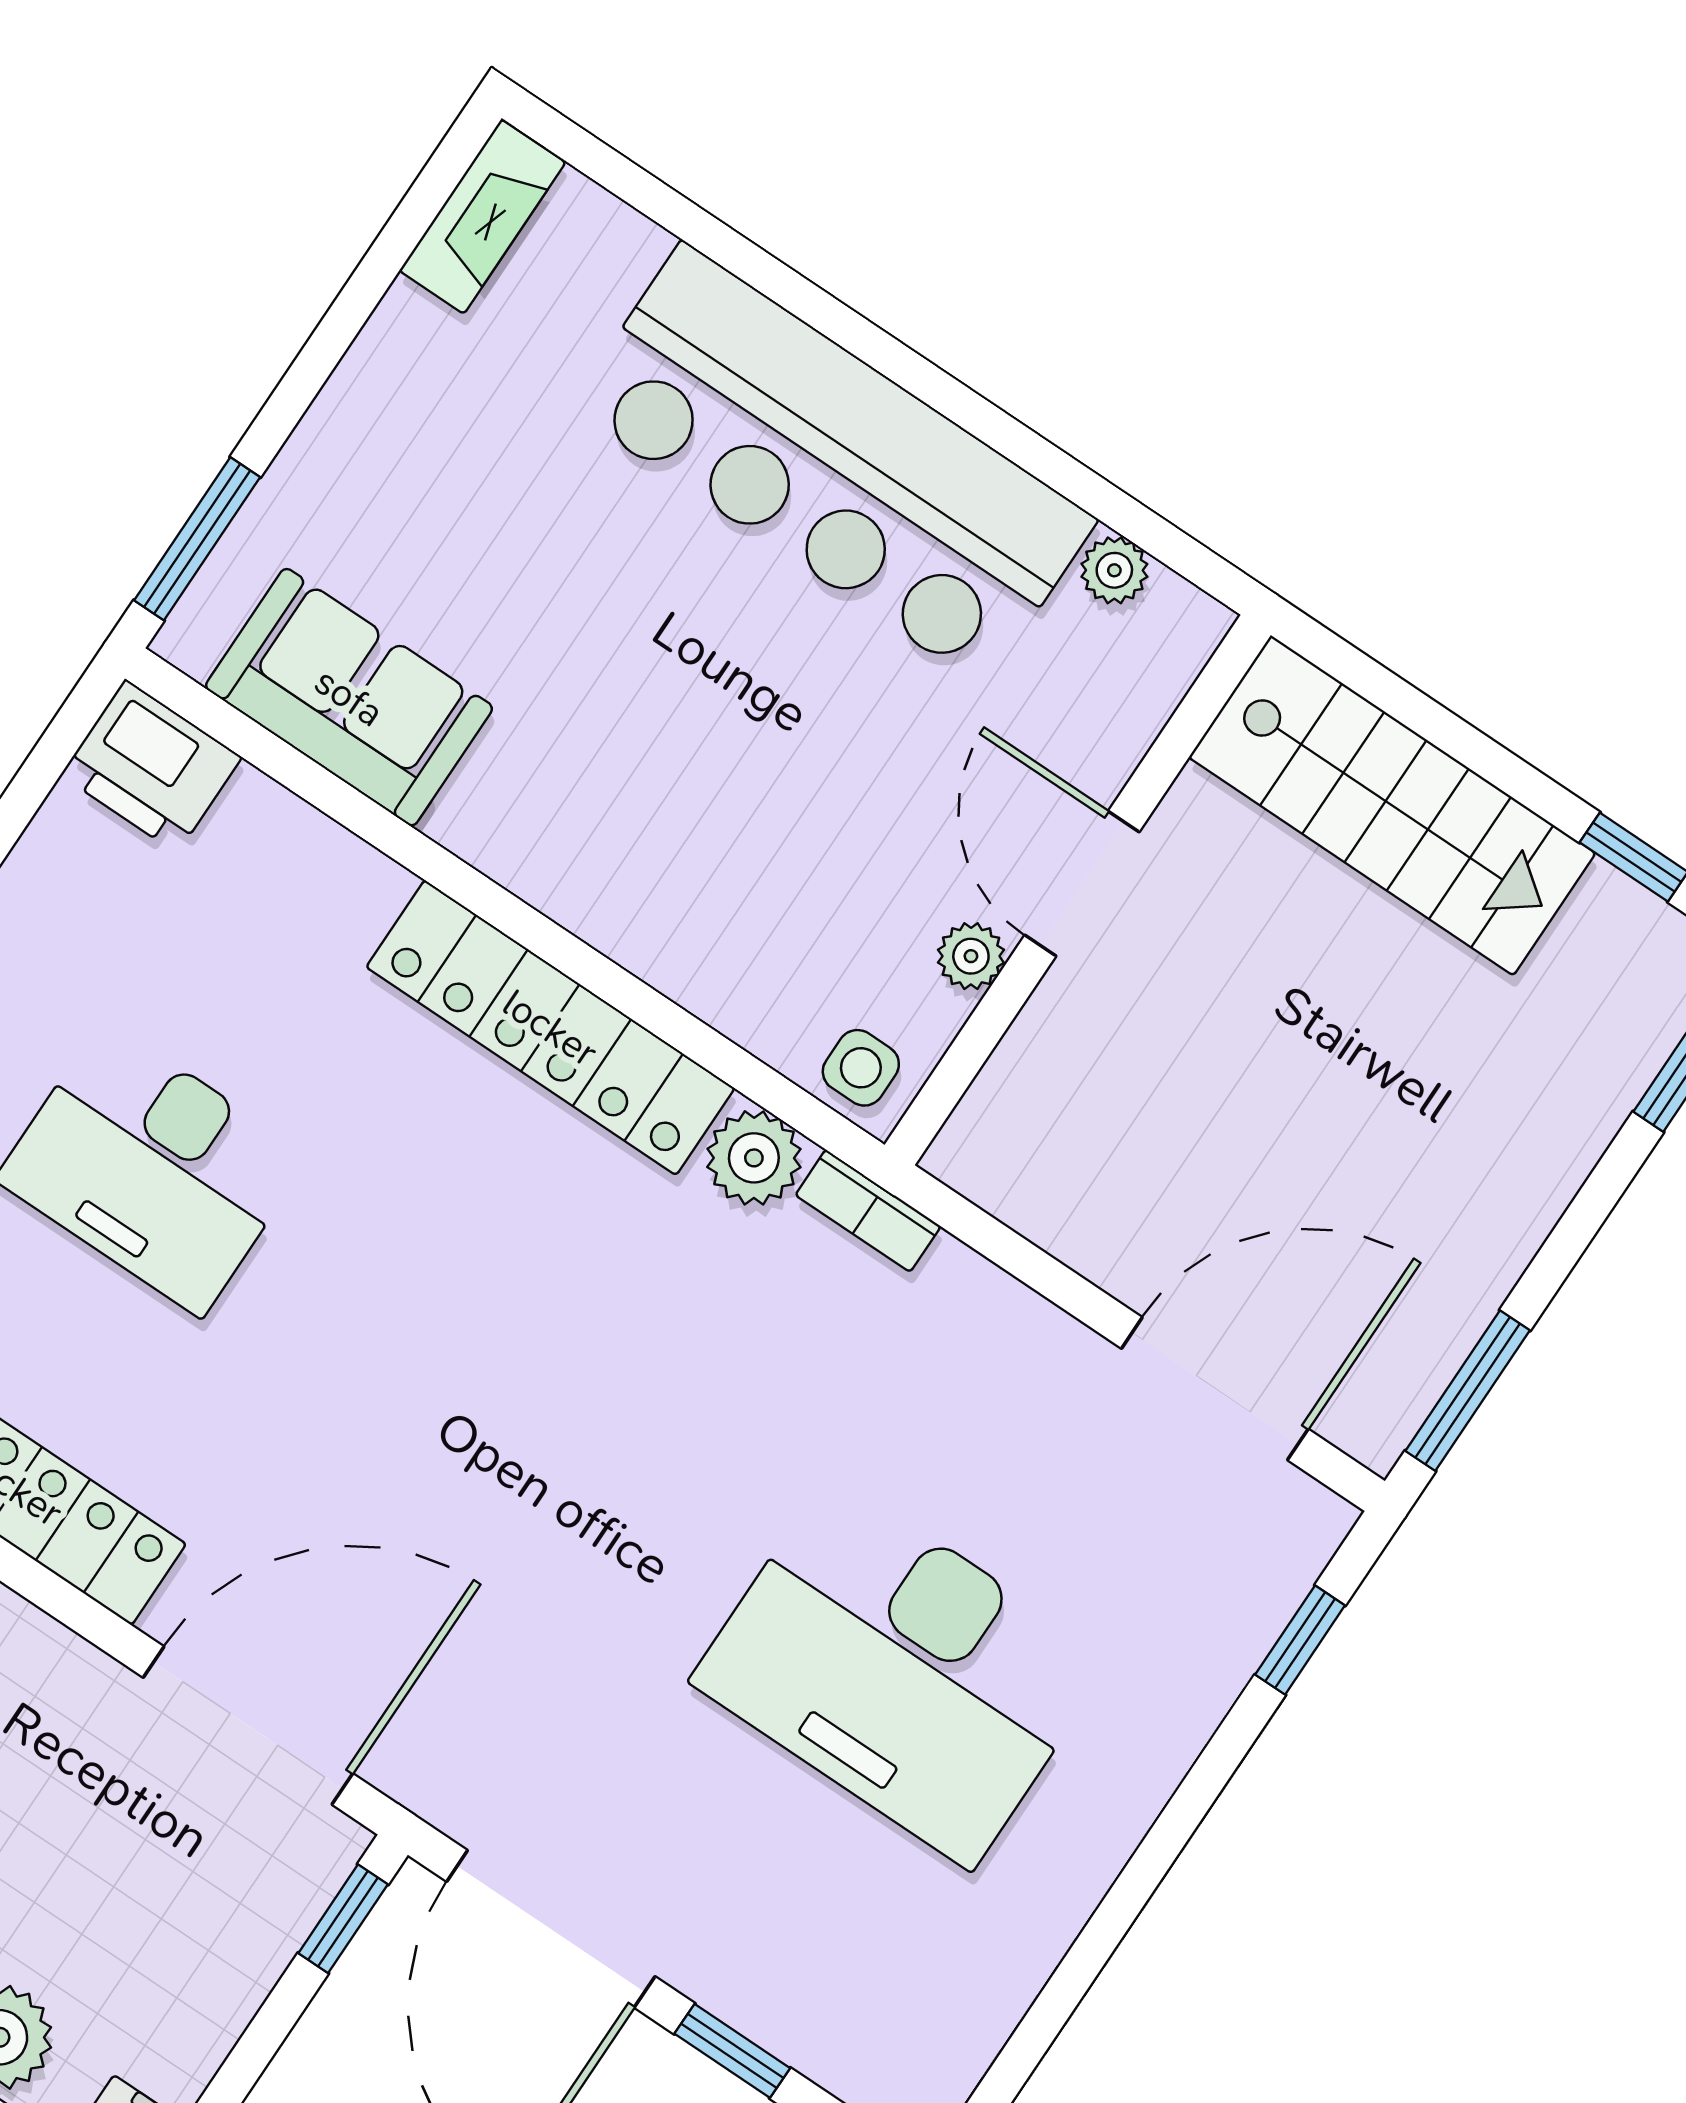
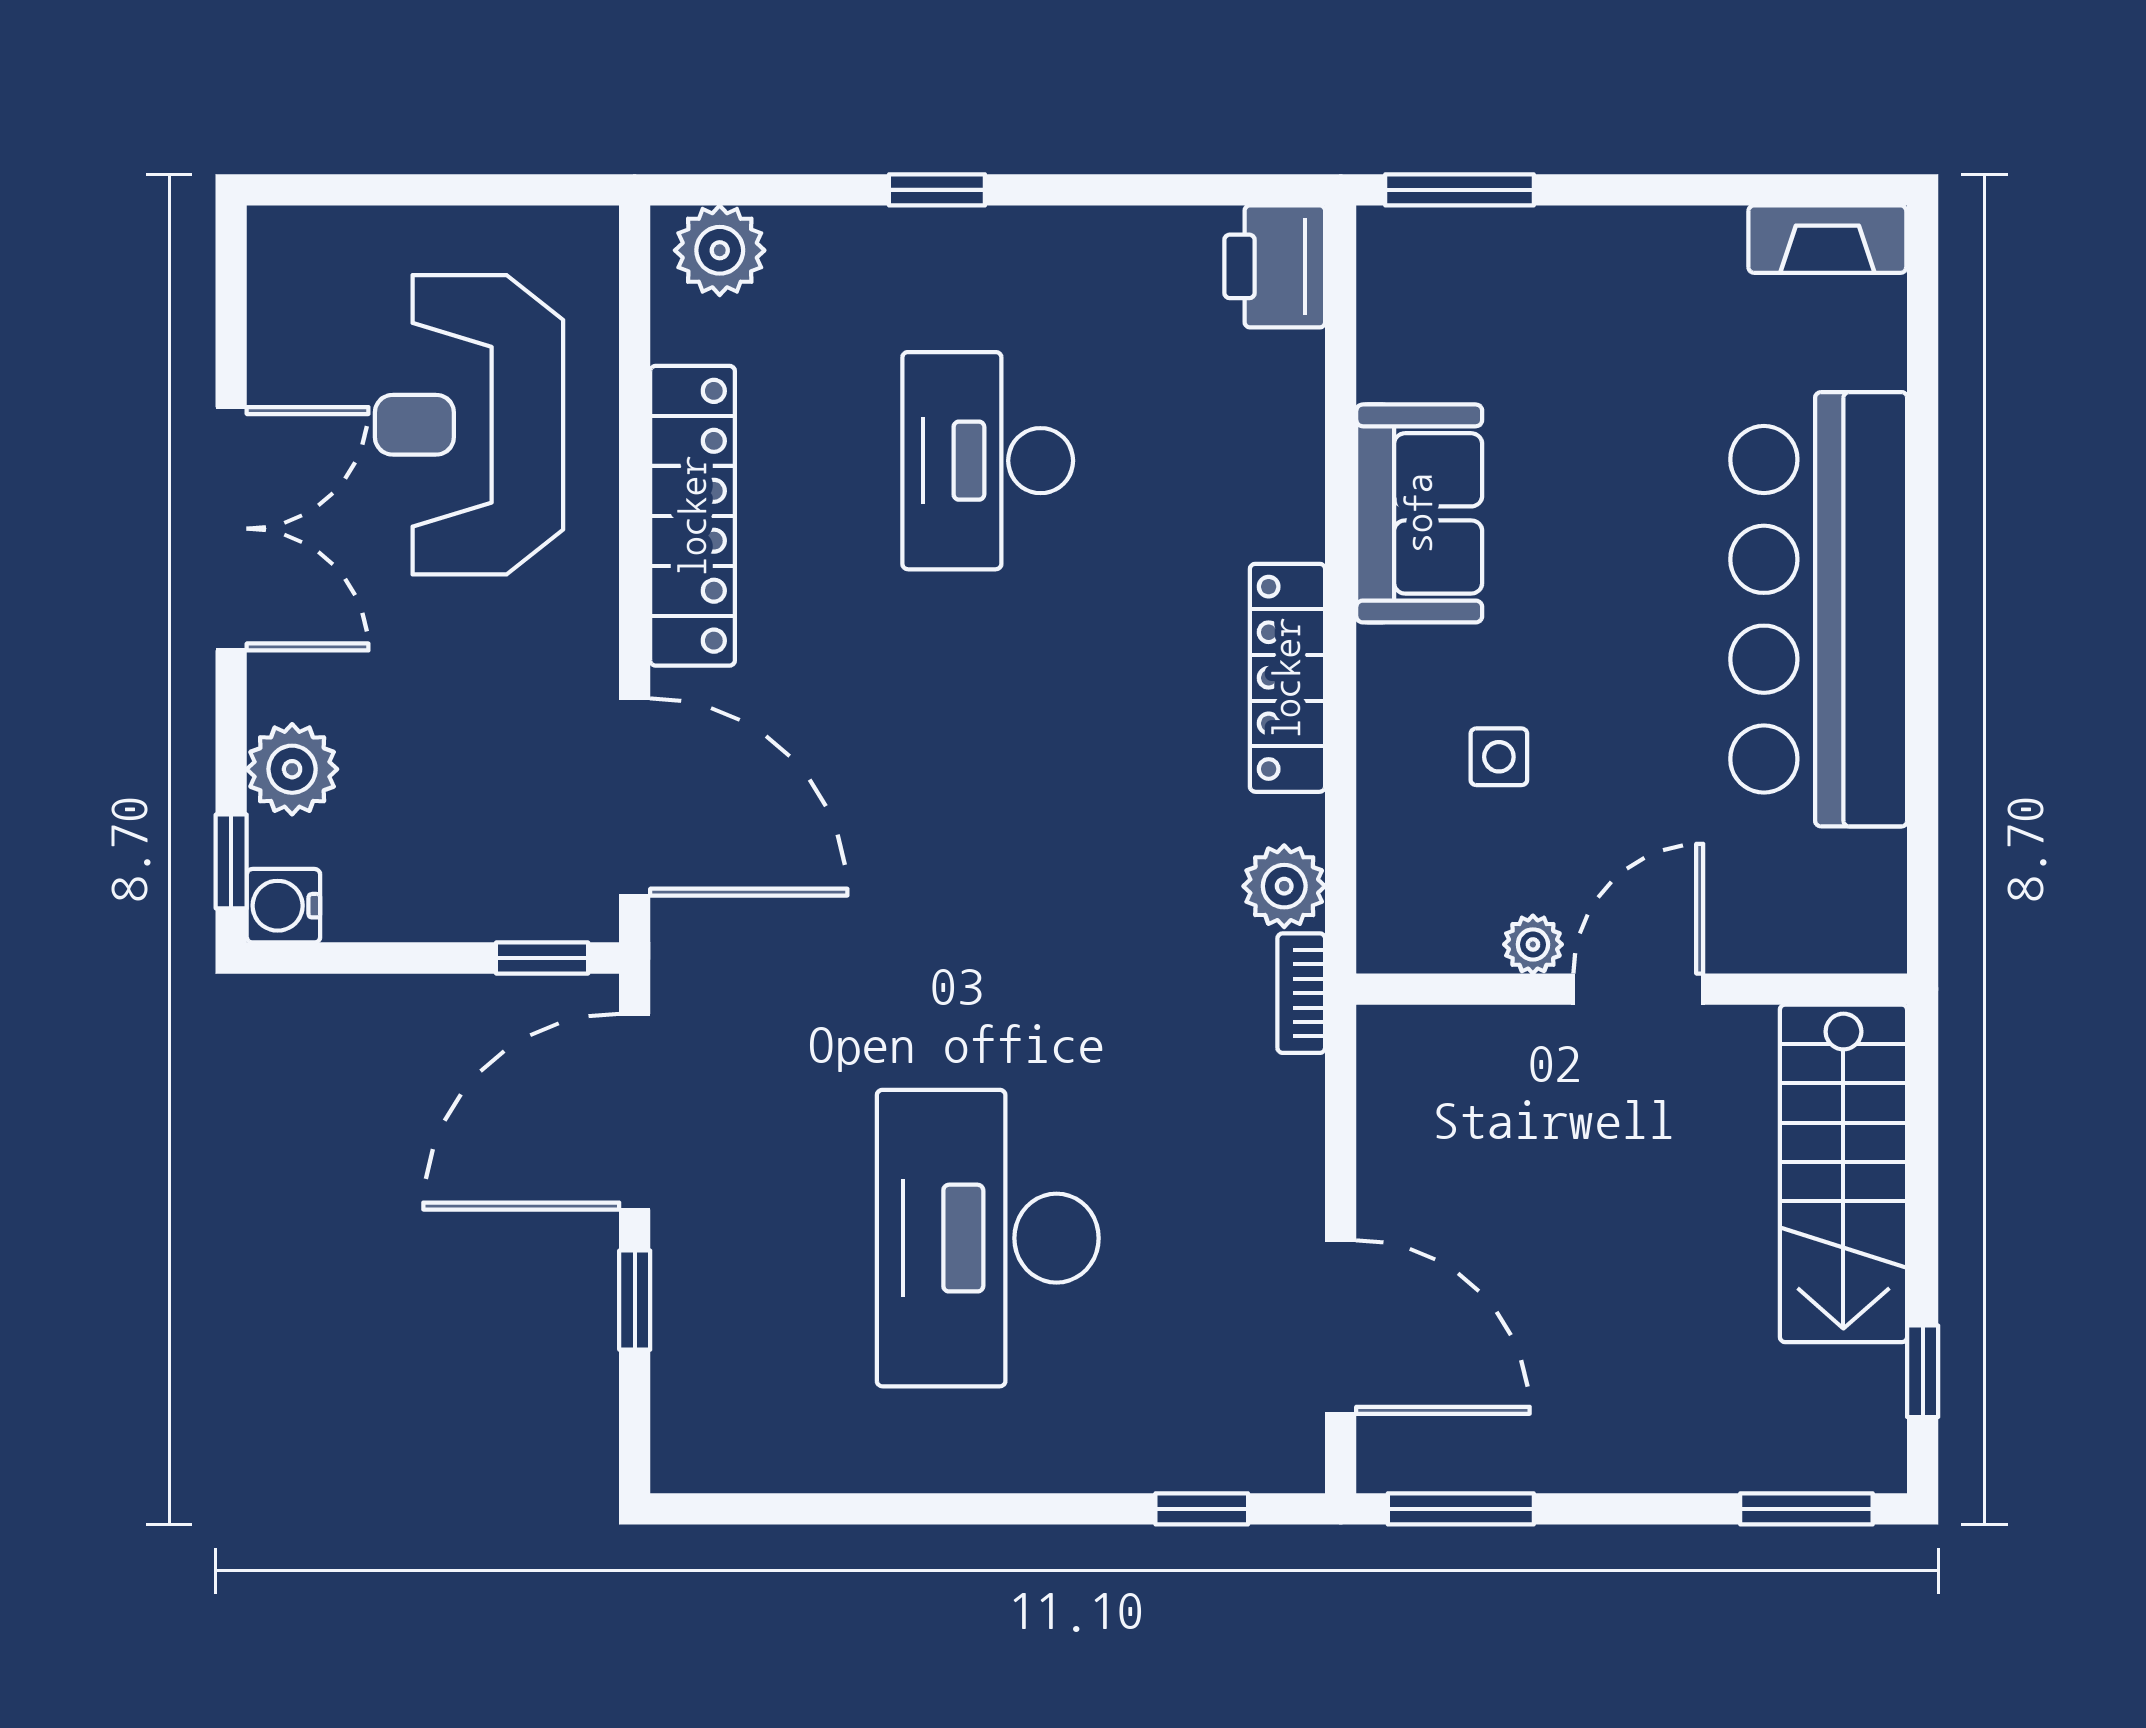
plant: (1114, 570) -> (1878, 862), removed
sofa: (349, 697) -> (1419, 513), moved
locker: (550, 1028) -> (1287, 678), width x0.71, depth x0.83
side table: (861, 1068) -> (1499, 757), moved

